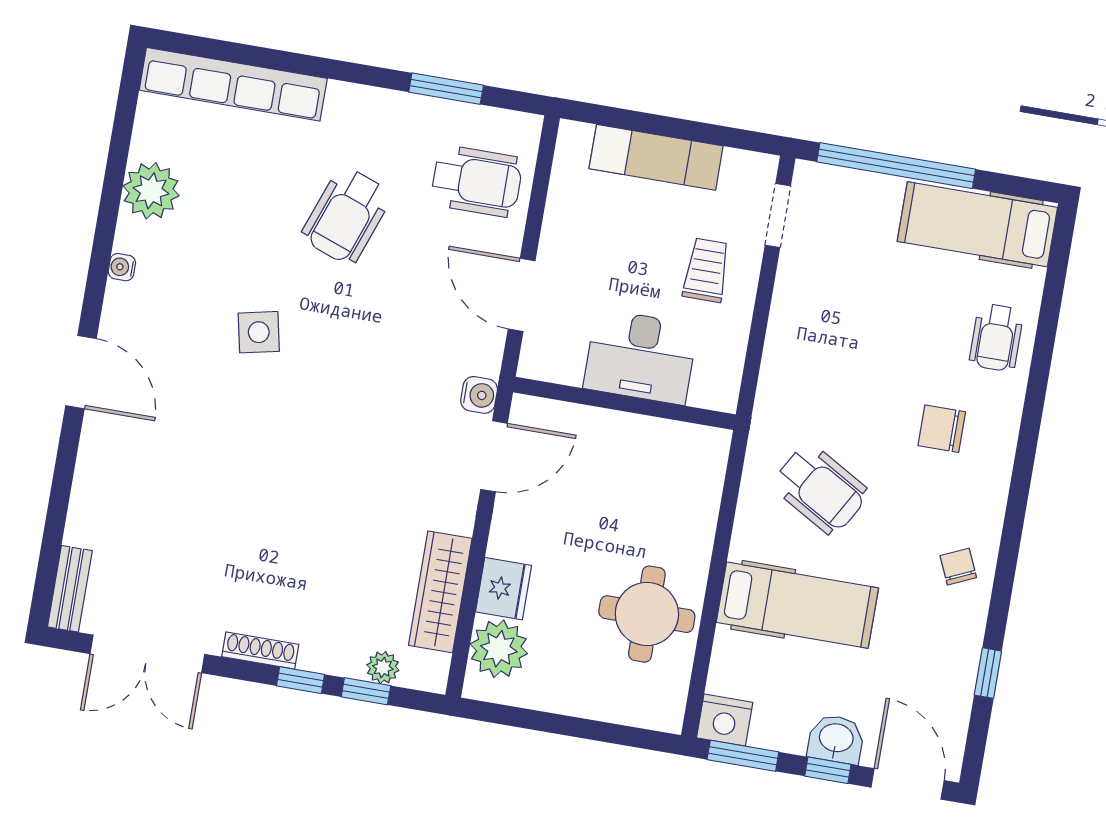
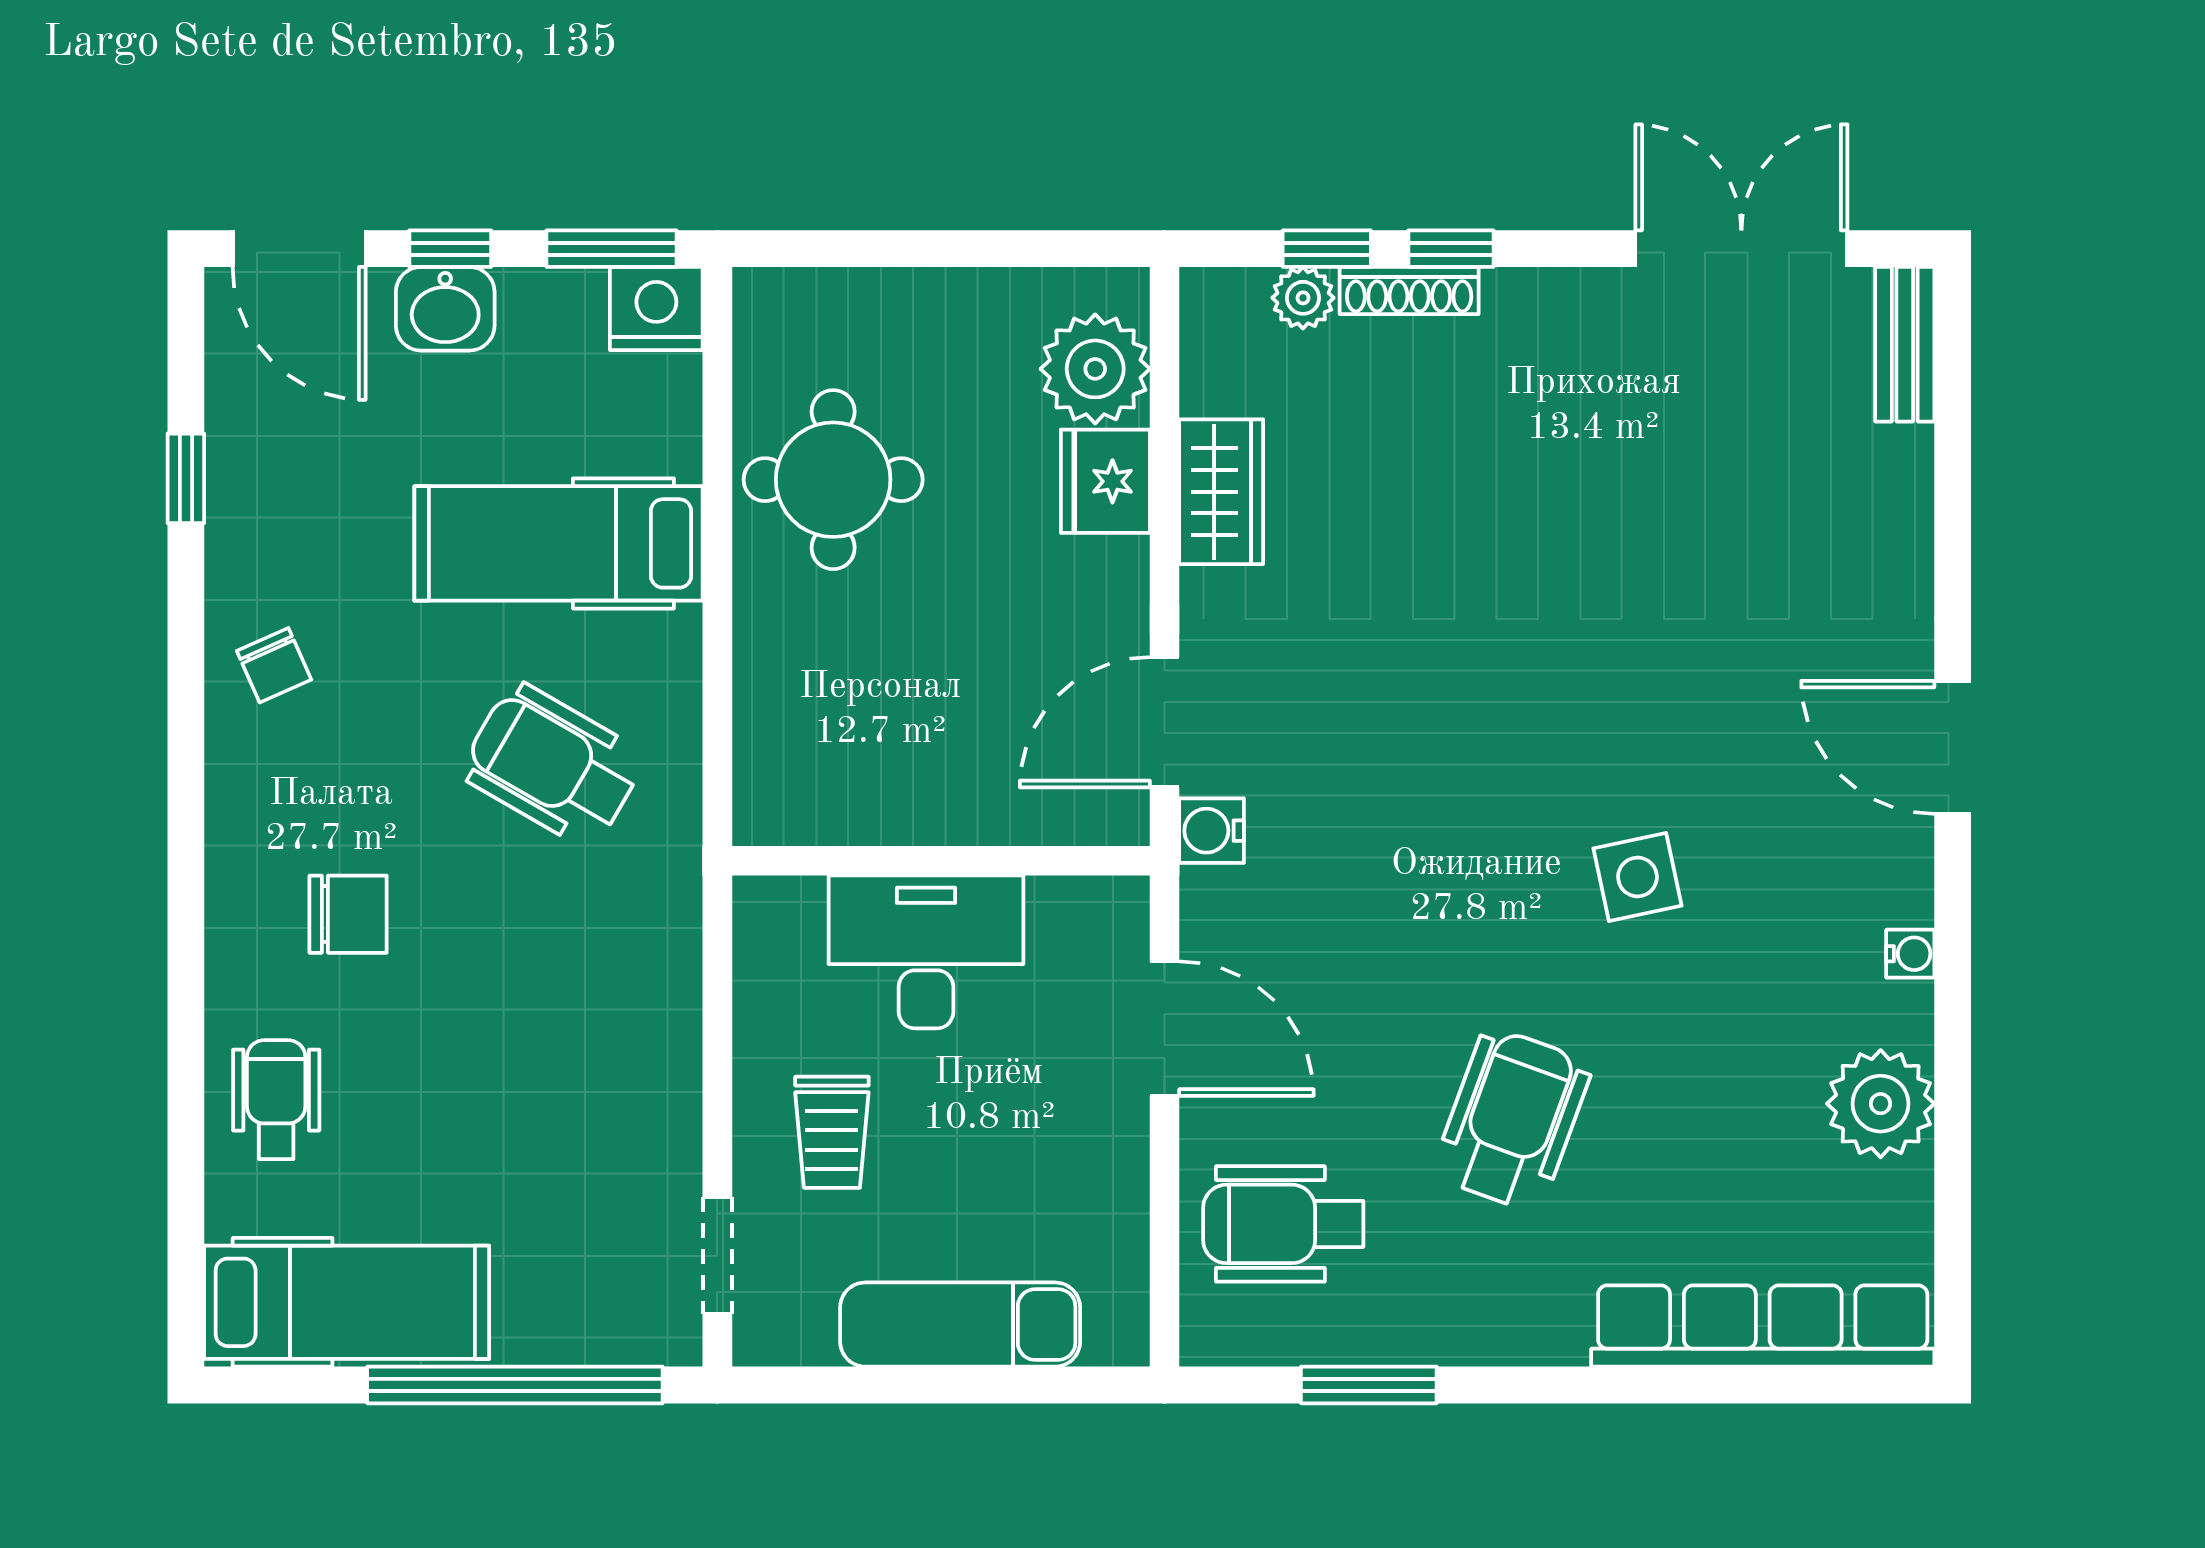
wardrobe: (440, 592) -> (1221, 492), width x0.67
shoe rack: (260, 650) -> (1409, 291), moved

